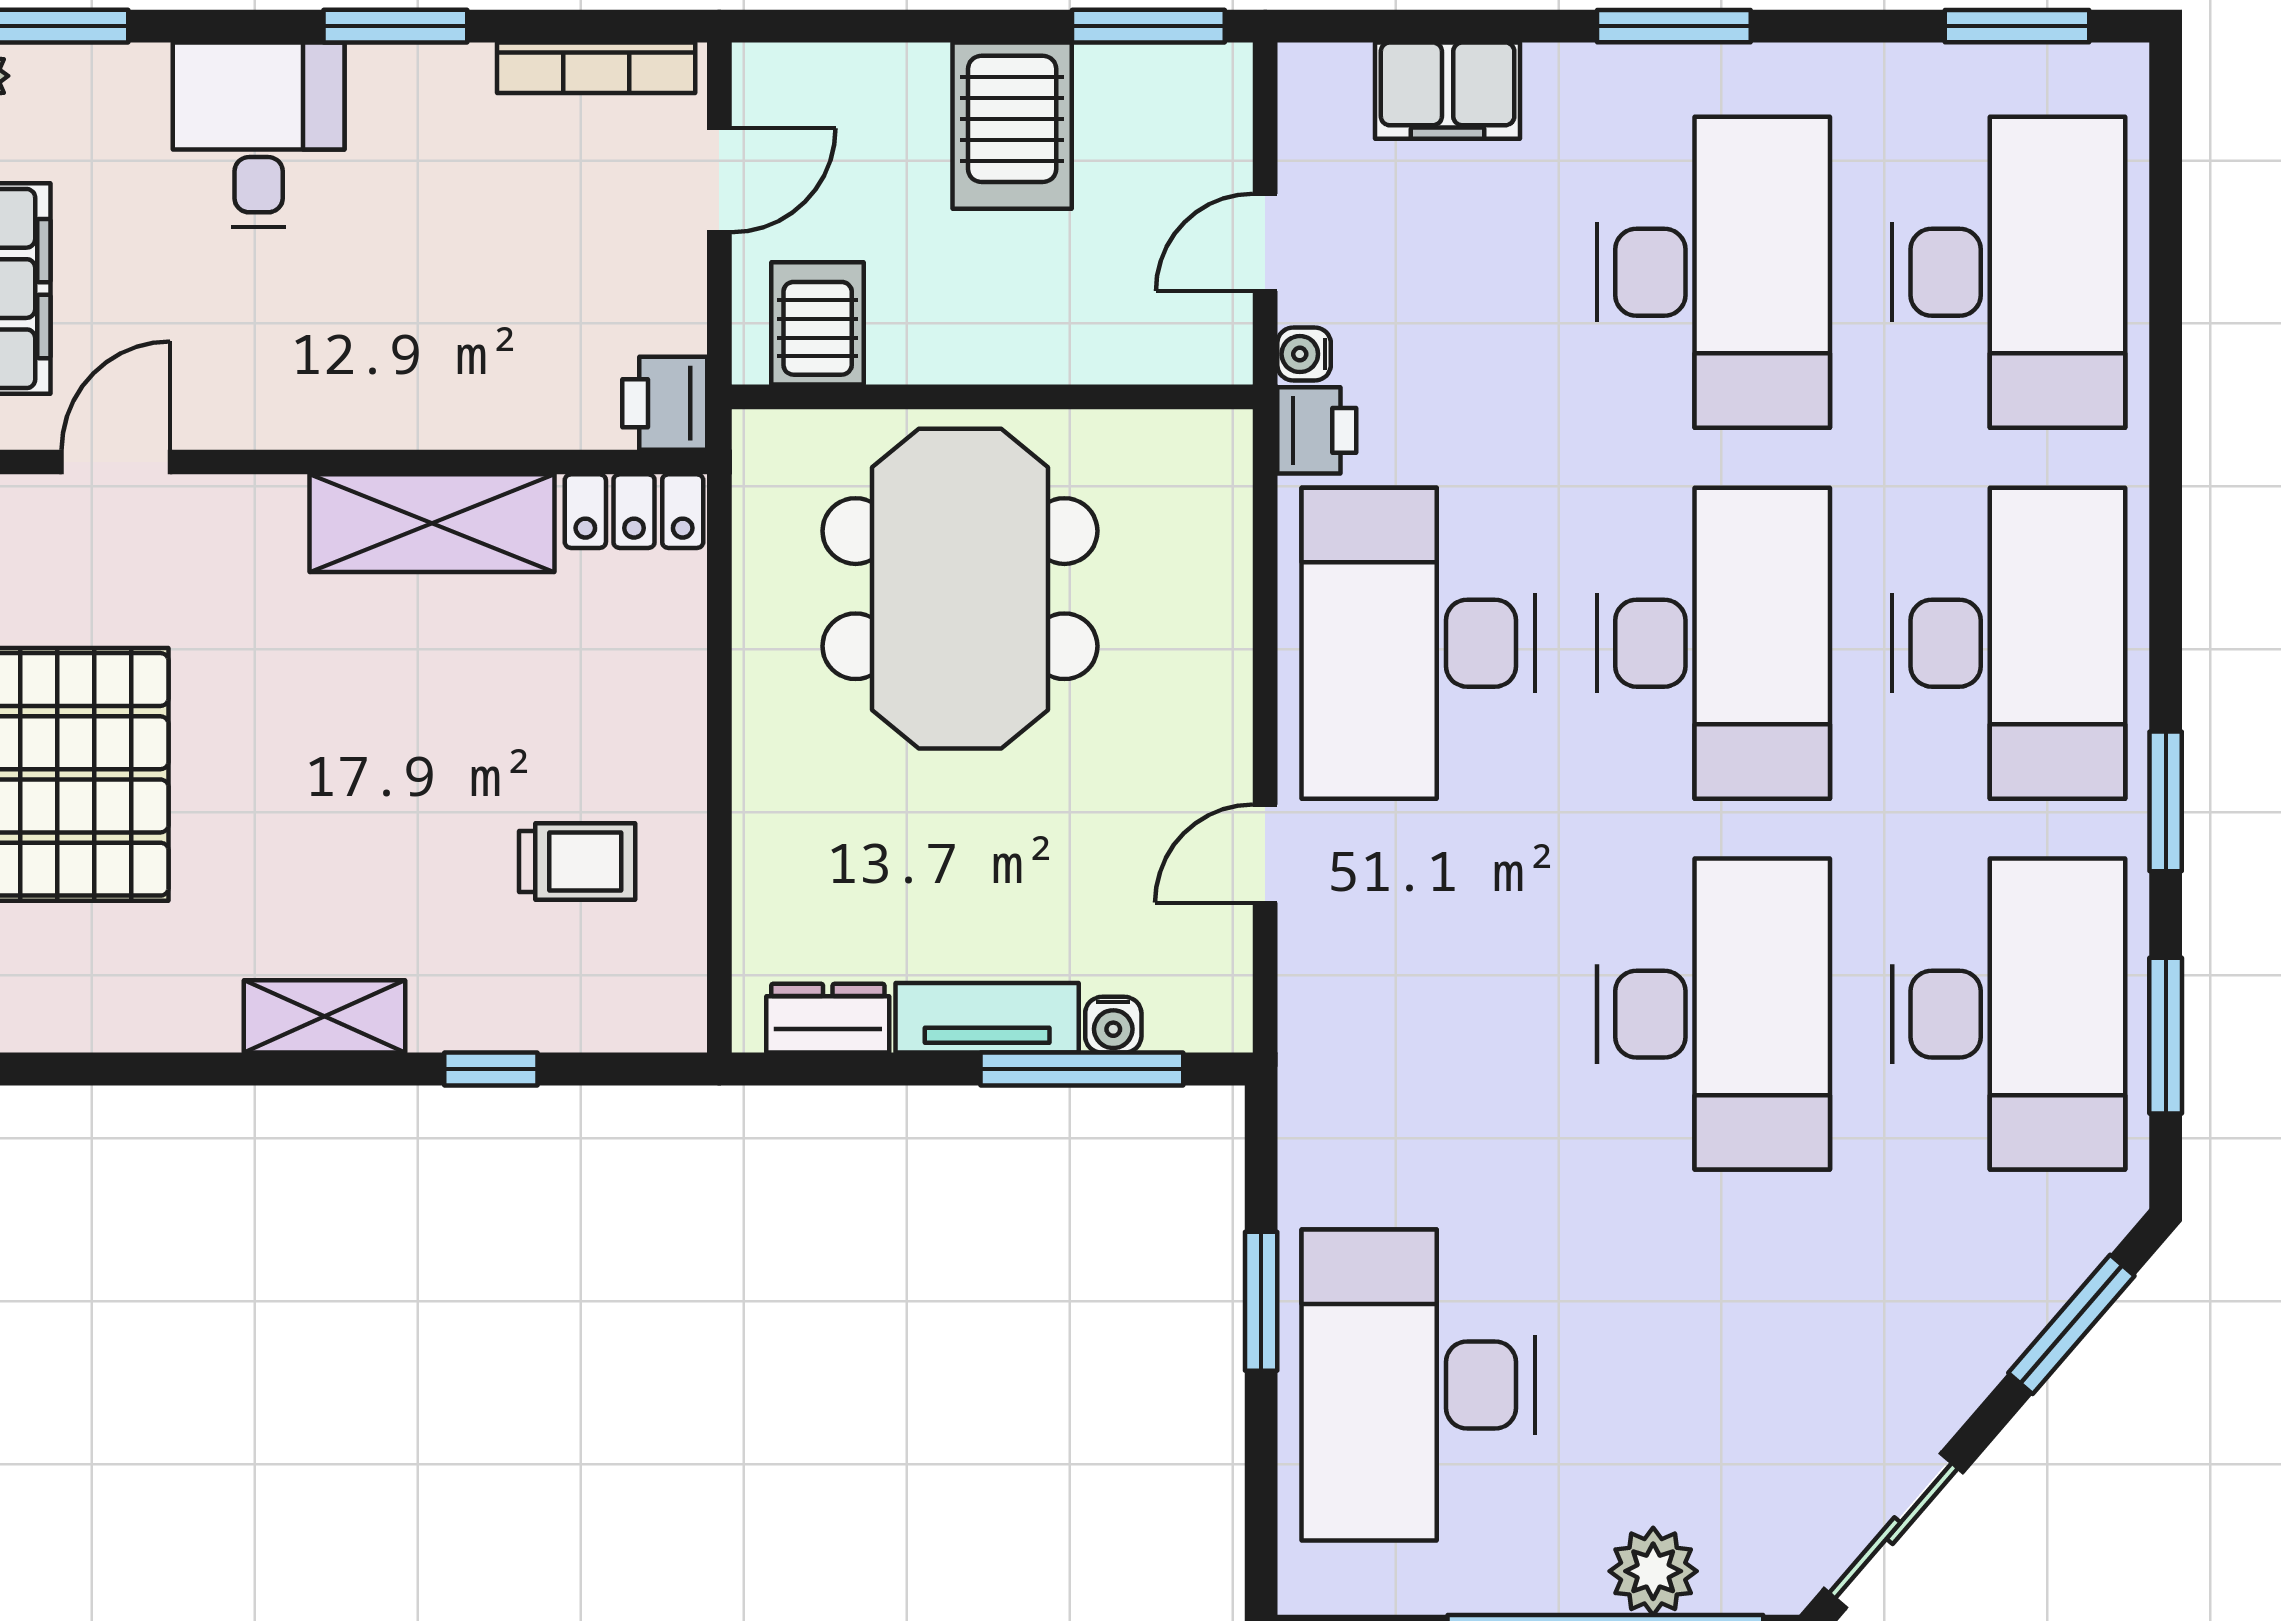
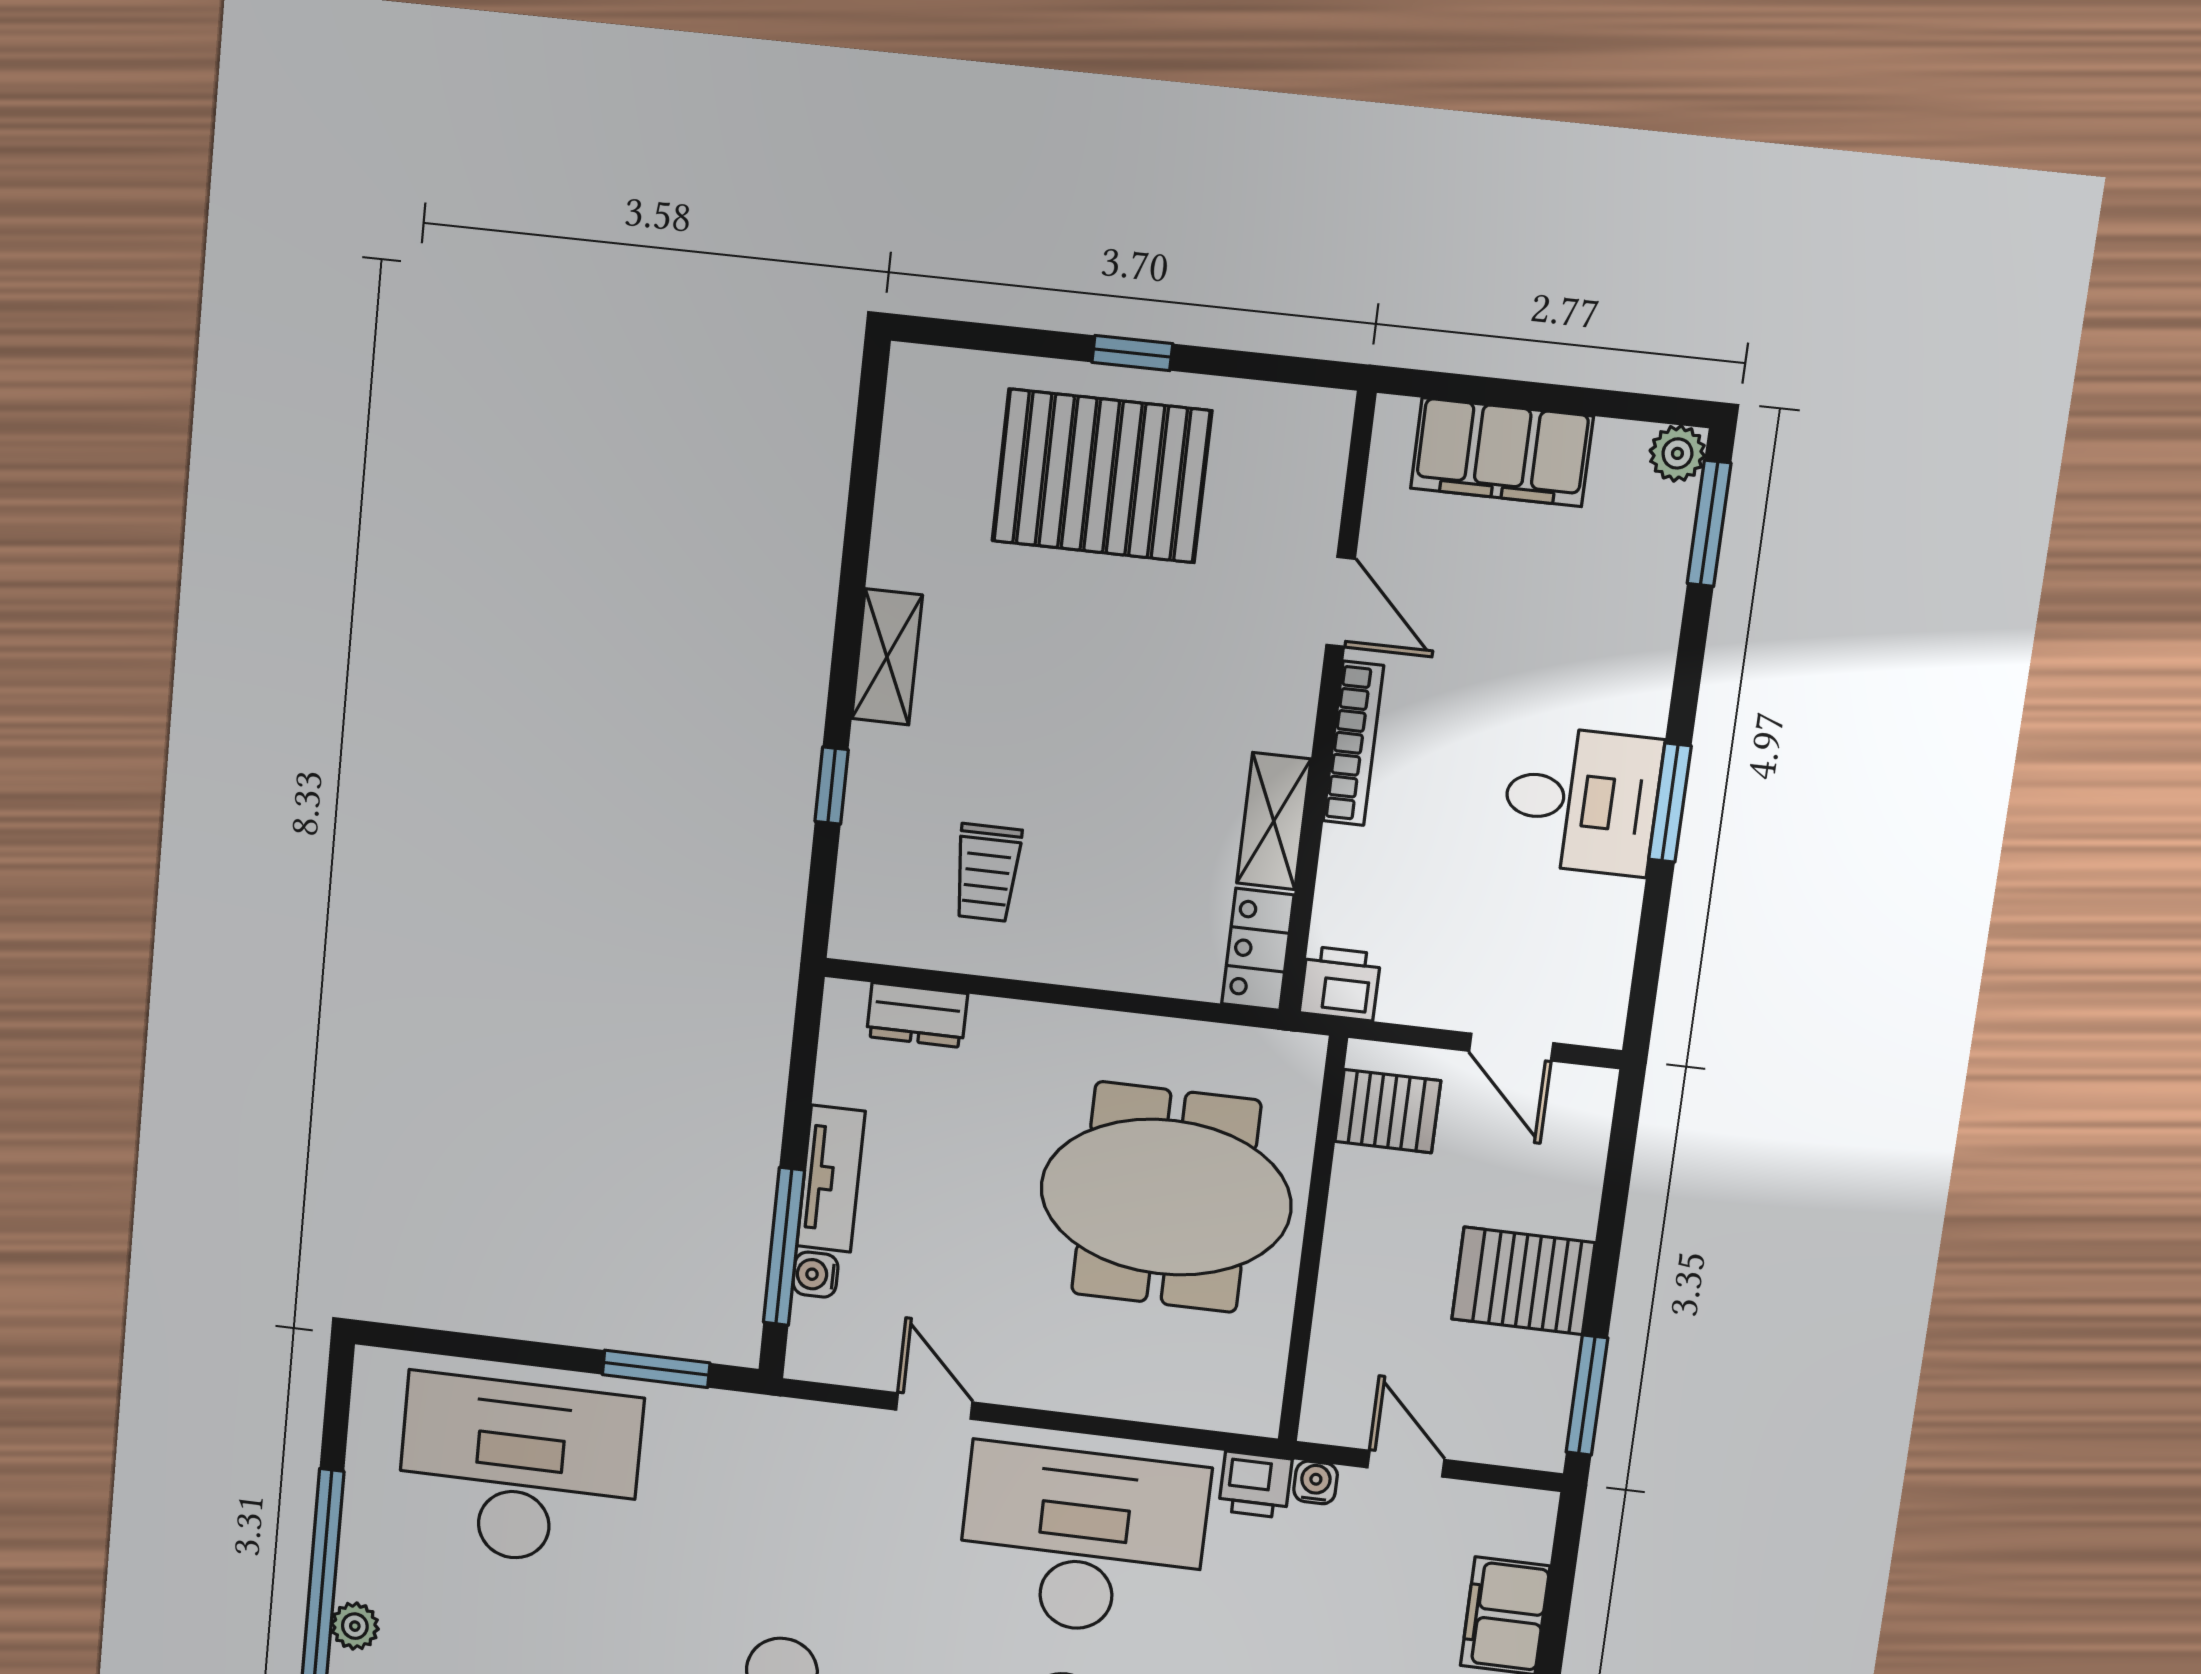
bookcase: (596, 68) -> (1353, 743), moved, turned 180
desk: (259, 135) -> (1581, 801), moved
door: (116, 462) -> (1341, 602), moved
shelving: (432, 523) -> (1274, 821), width x0.67, depth x0.75
dresser: (828, 1018) -> (917, 1015), moved, turned 90
window: (1261, 1301) -> (656, 1369), moved
plant: (1653, 1571) -> (355, 1626), width x0.73, depth x0.73

